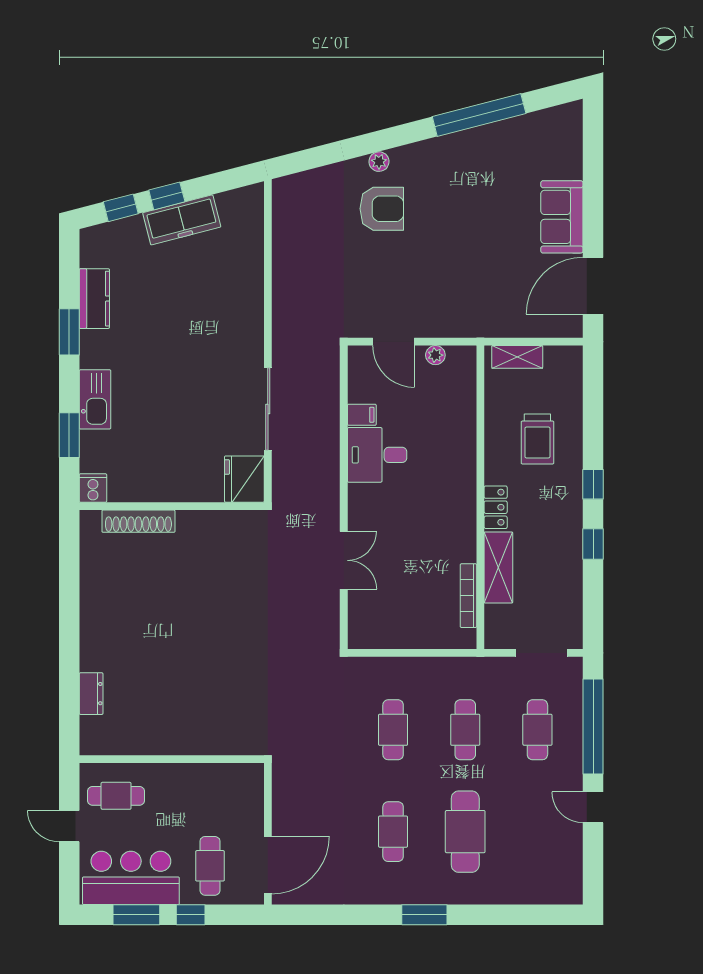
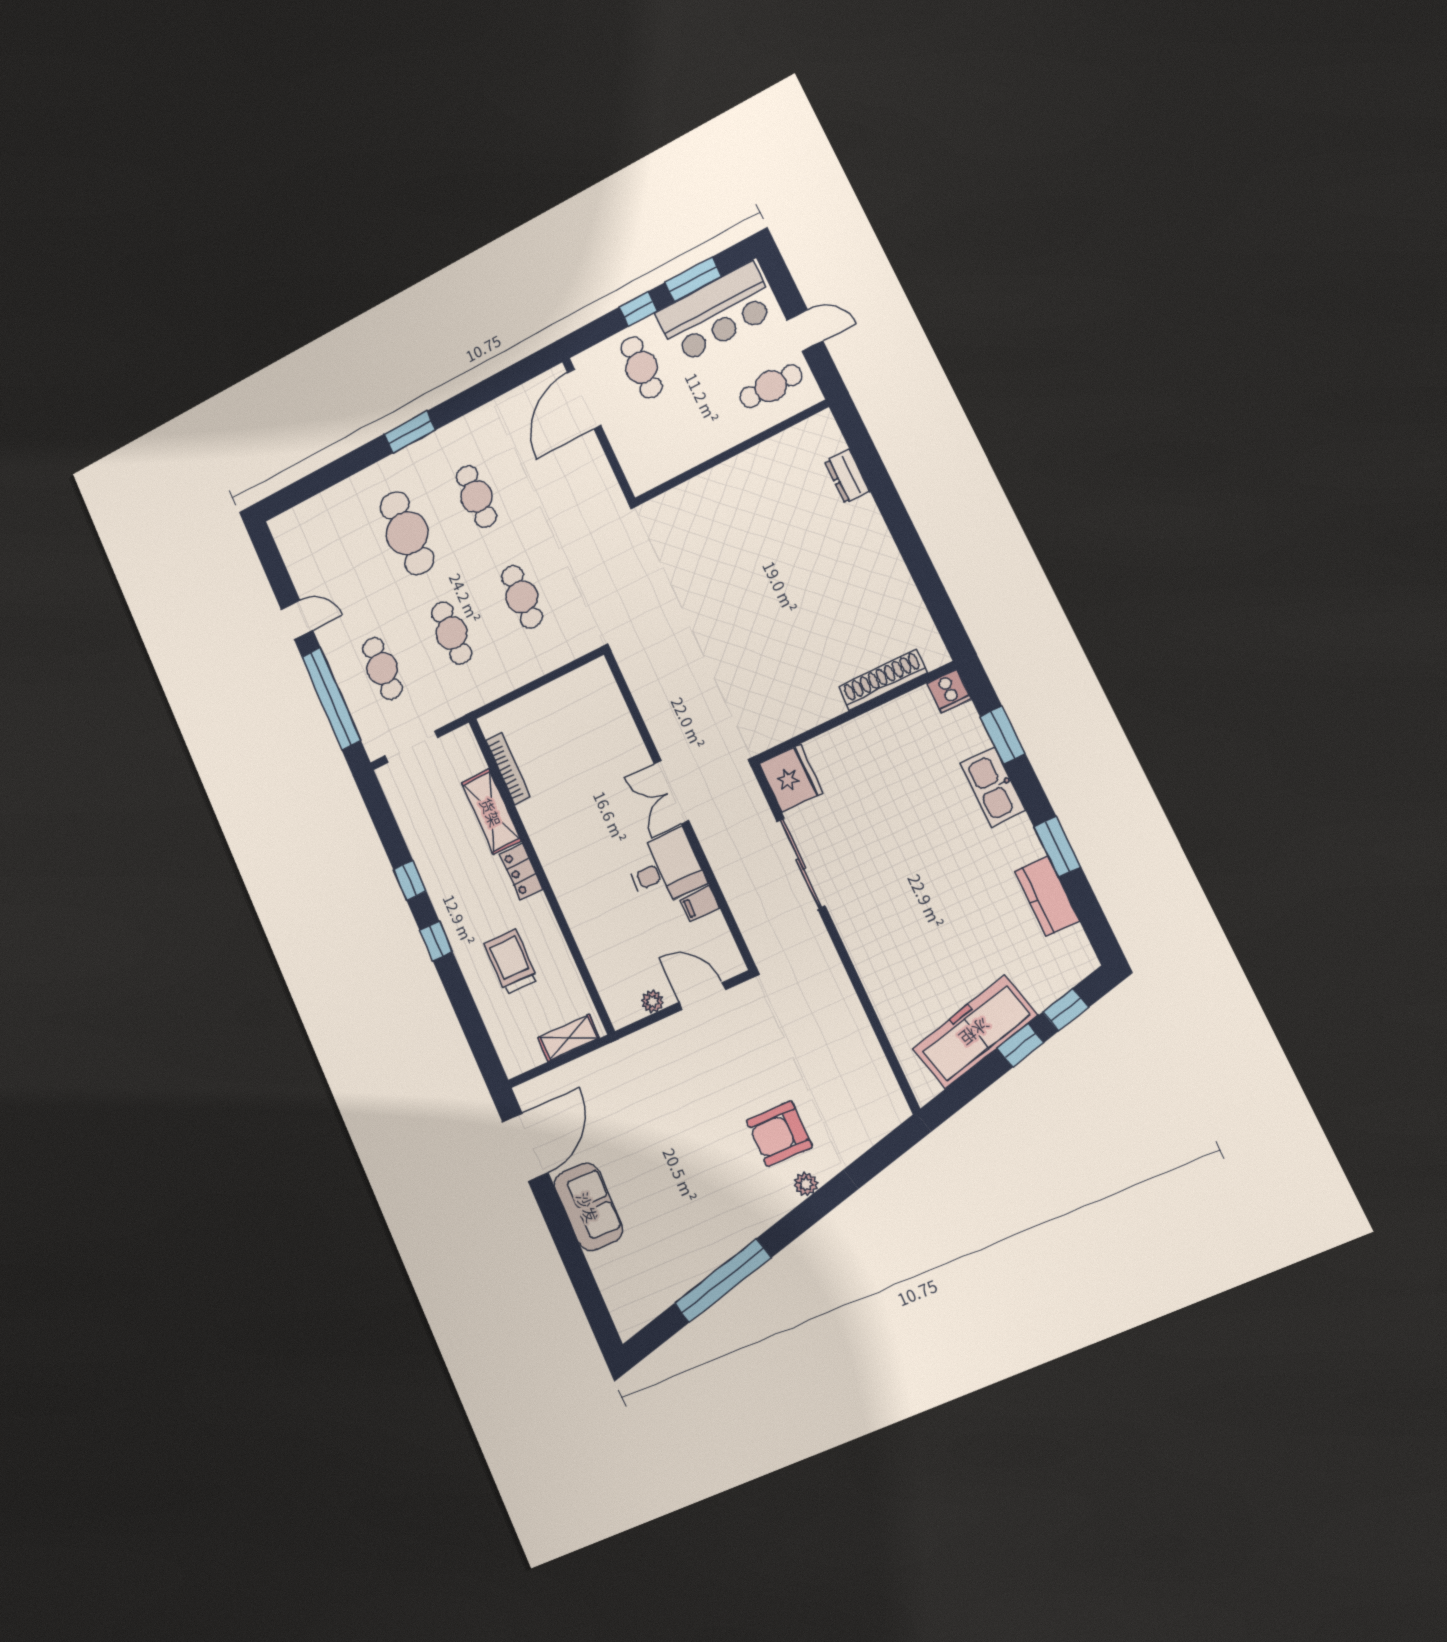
freezer: (182, 220) -> (975, 1032), width x1.36, depth x1.26
double door: (344, 560) -> (671, 792), moved

